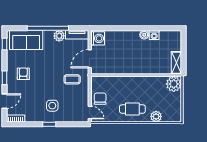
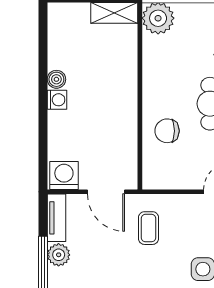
washing machine: (154, 35) -> (57, 100), moved
chair: (100, 99) -> (167, 131), moved

